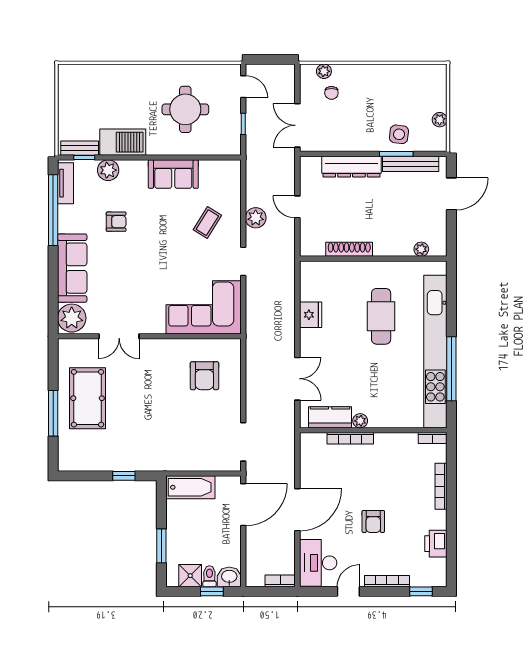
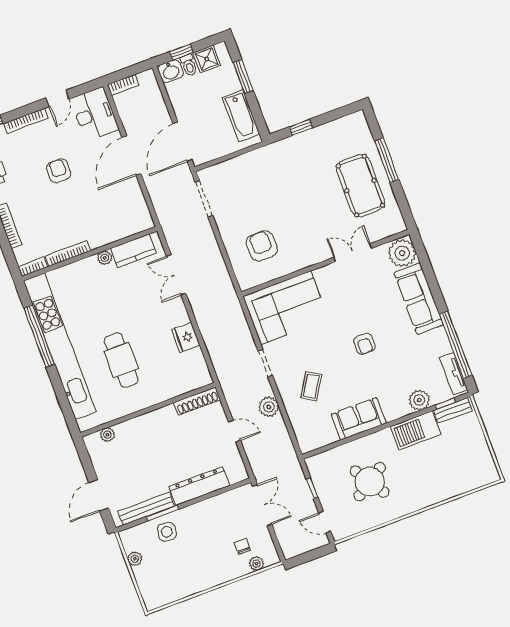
round table: (185, 109) -> (370, 482), turned -33
armchair: (116, 222) -> (364, 344), moved, turned -90
shoe rack: (349, 249) -> (197, 401), moved
bookcase: (350, 438) -> (68, 253), moved
bathtub: (190, 487) -> (241, 116), moved, turned -90

